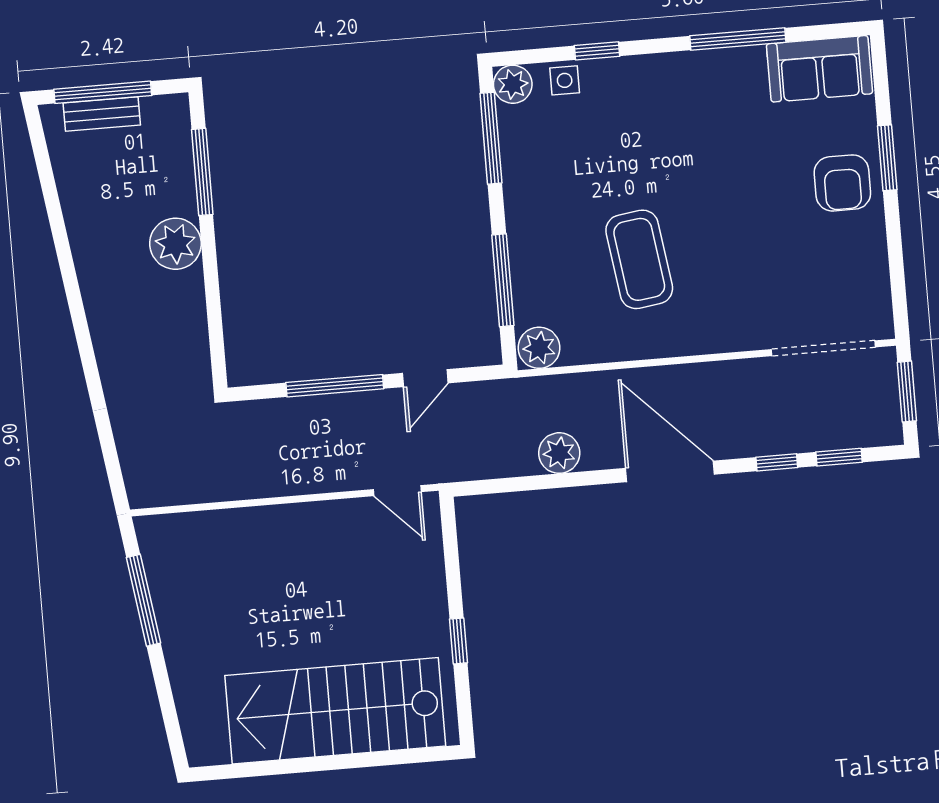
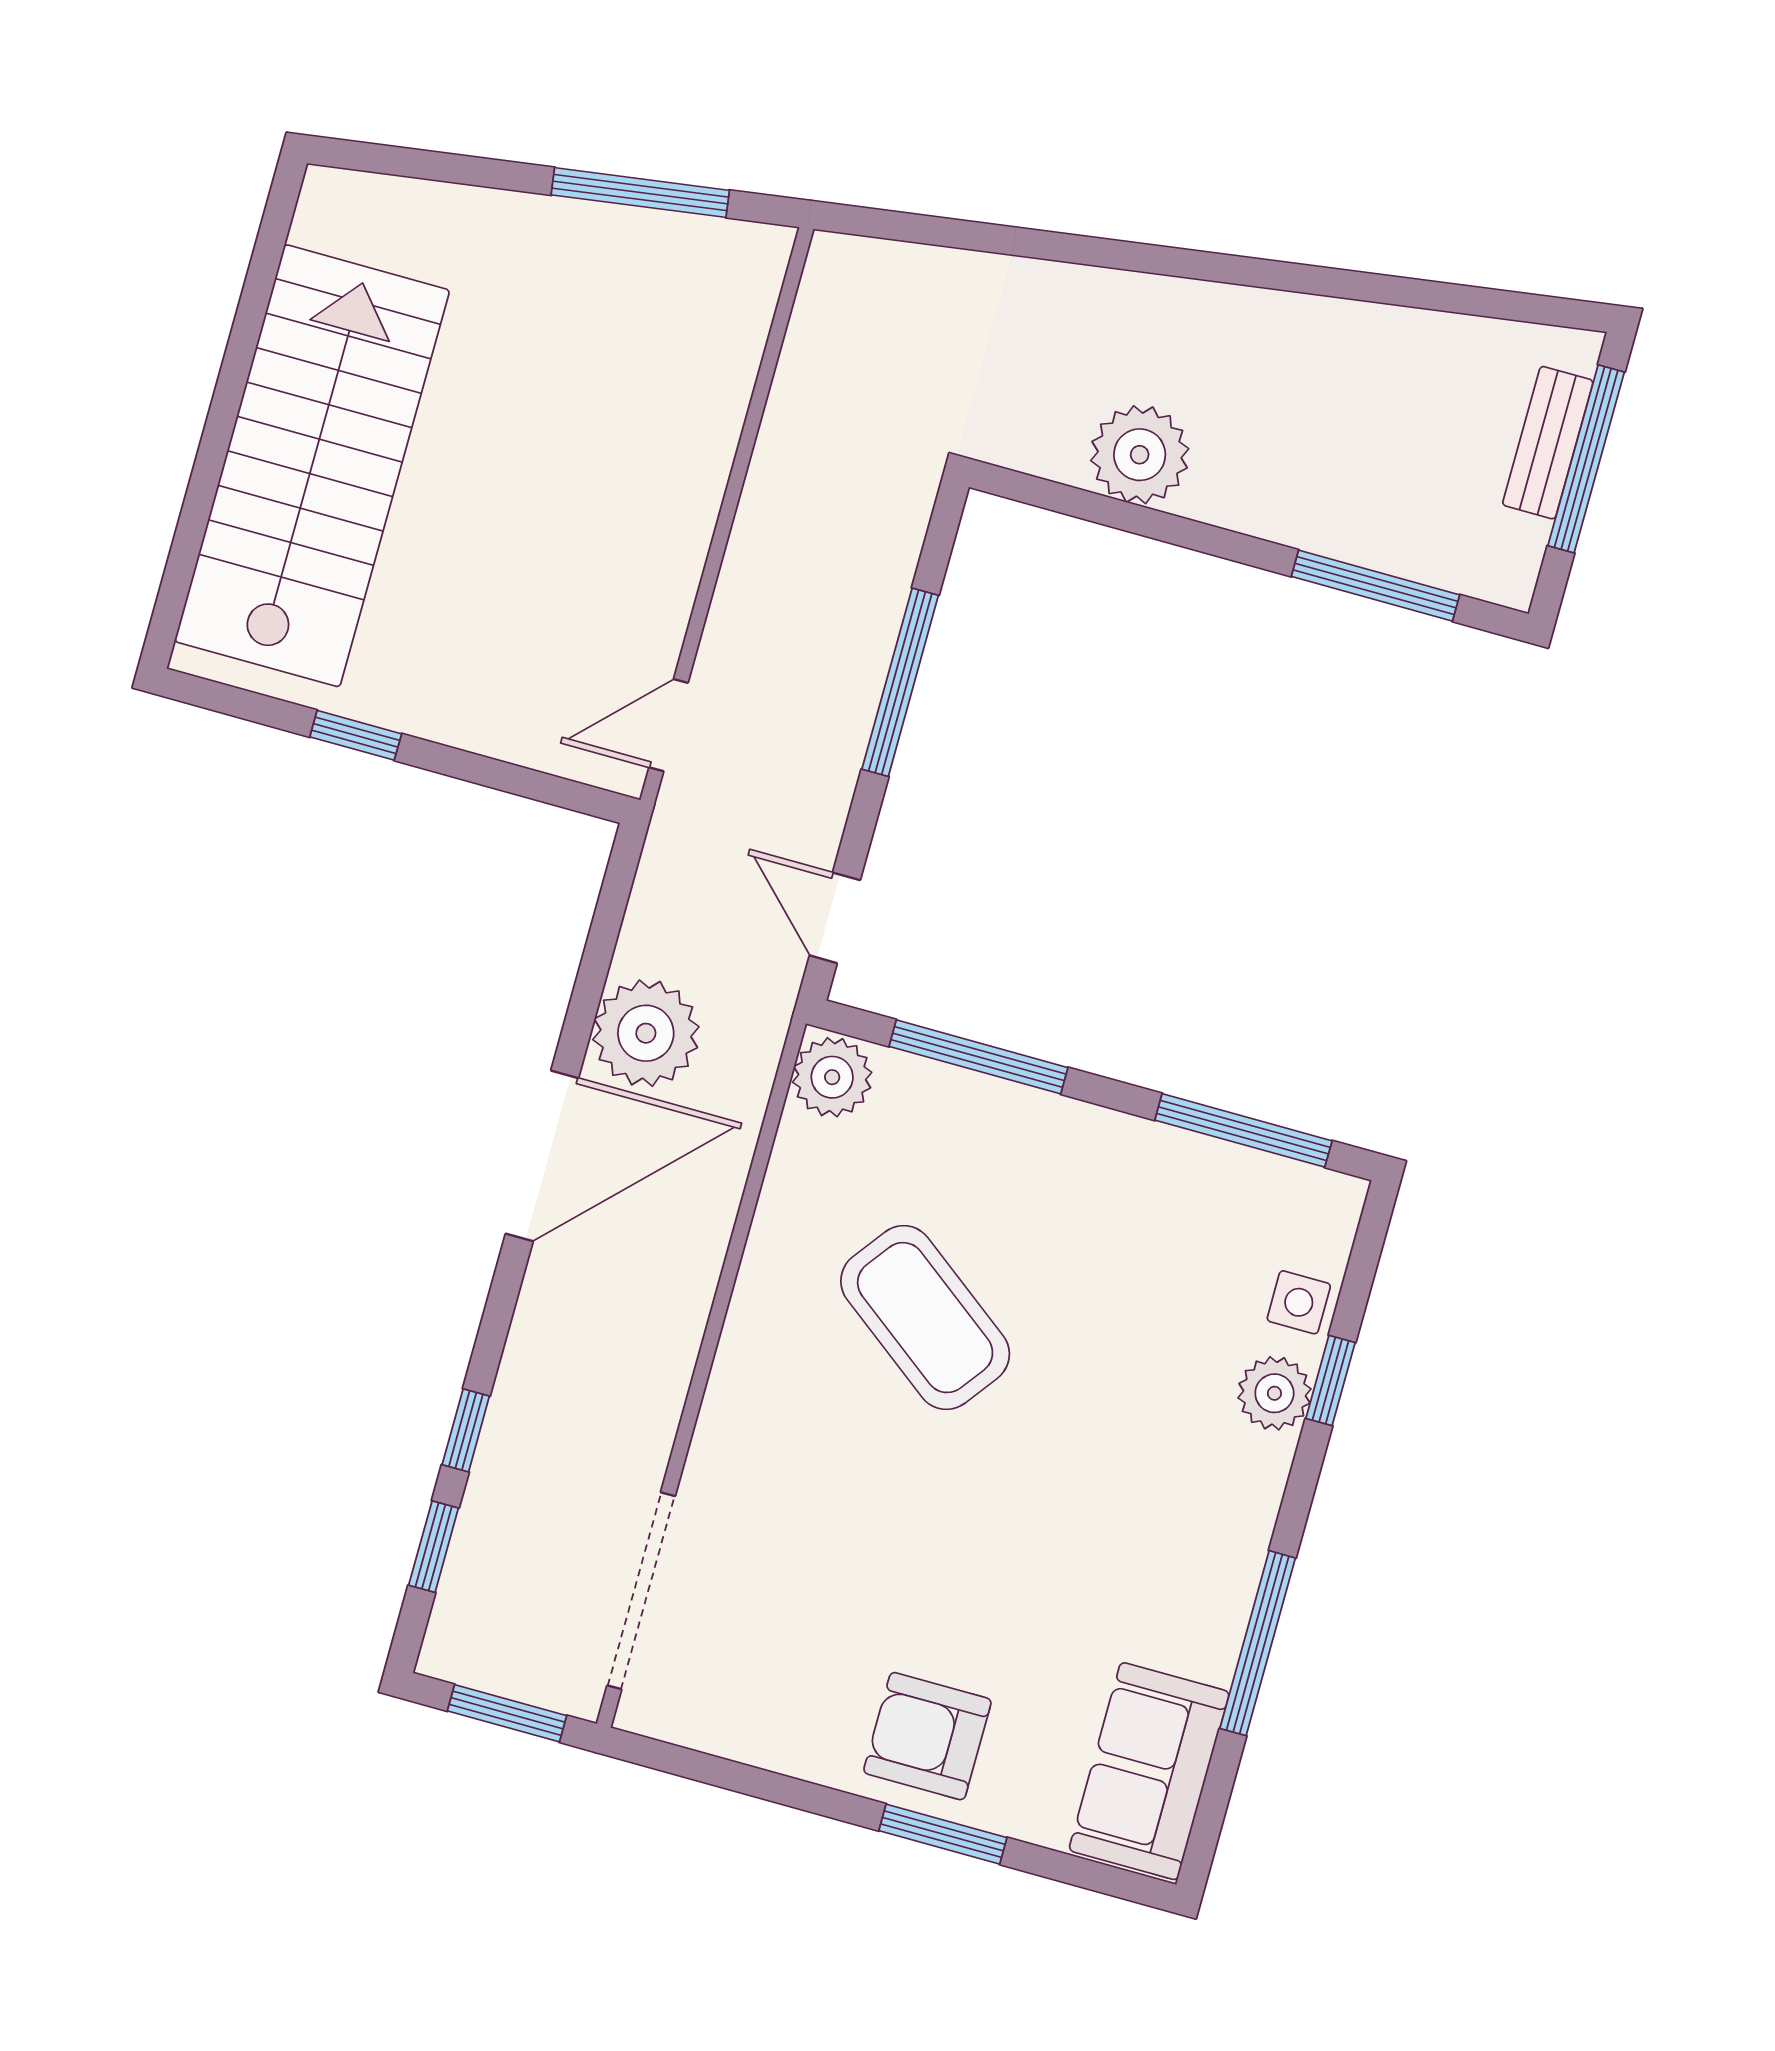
plant: (513, 84) -> (1274, 1393), moved
plant: (175, 244) -> (1140, 455), moved
coffee table: (639, 259) -> (925, 1318), turned 45
door: (425, 378) -> (835, 918), moved
plant: (559, 453) -> (646, 1033), width x1.36, depth x1.36
door: (670, 471) -> (542, 1156), moved

